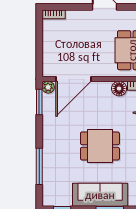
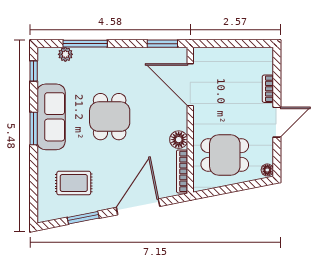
bookcase: (54, 14) -> (268, 89), moved
plant: (48, 87) -> (65, 54), moved

